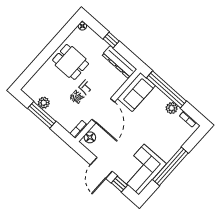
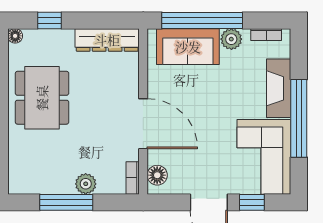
window: (111, 40) -> (49, 20), moved
dining table: (71, 62) -> (42, 98), width x1.38
sofa: (136, 92) -> (188, 47), moved, turned 90
plant: (44, 103) -> (86, 184), moved
fireplace: (173, 146) -> (279, 88), added

